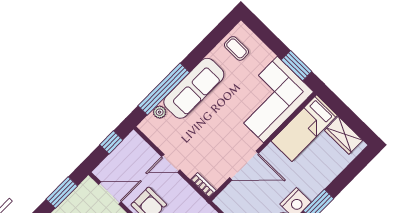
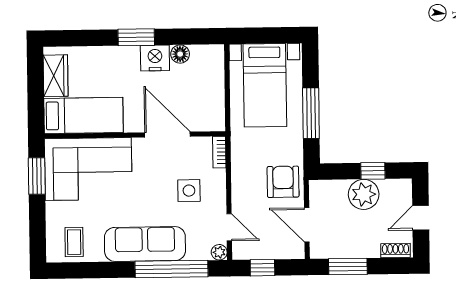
plant: (160, 112) -> (219, 252), moved
side table: (199, 145) -> (189, 191), added
door: (171, 163) -> (229, 227), moved

